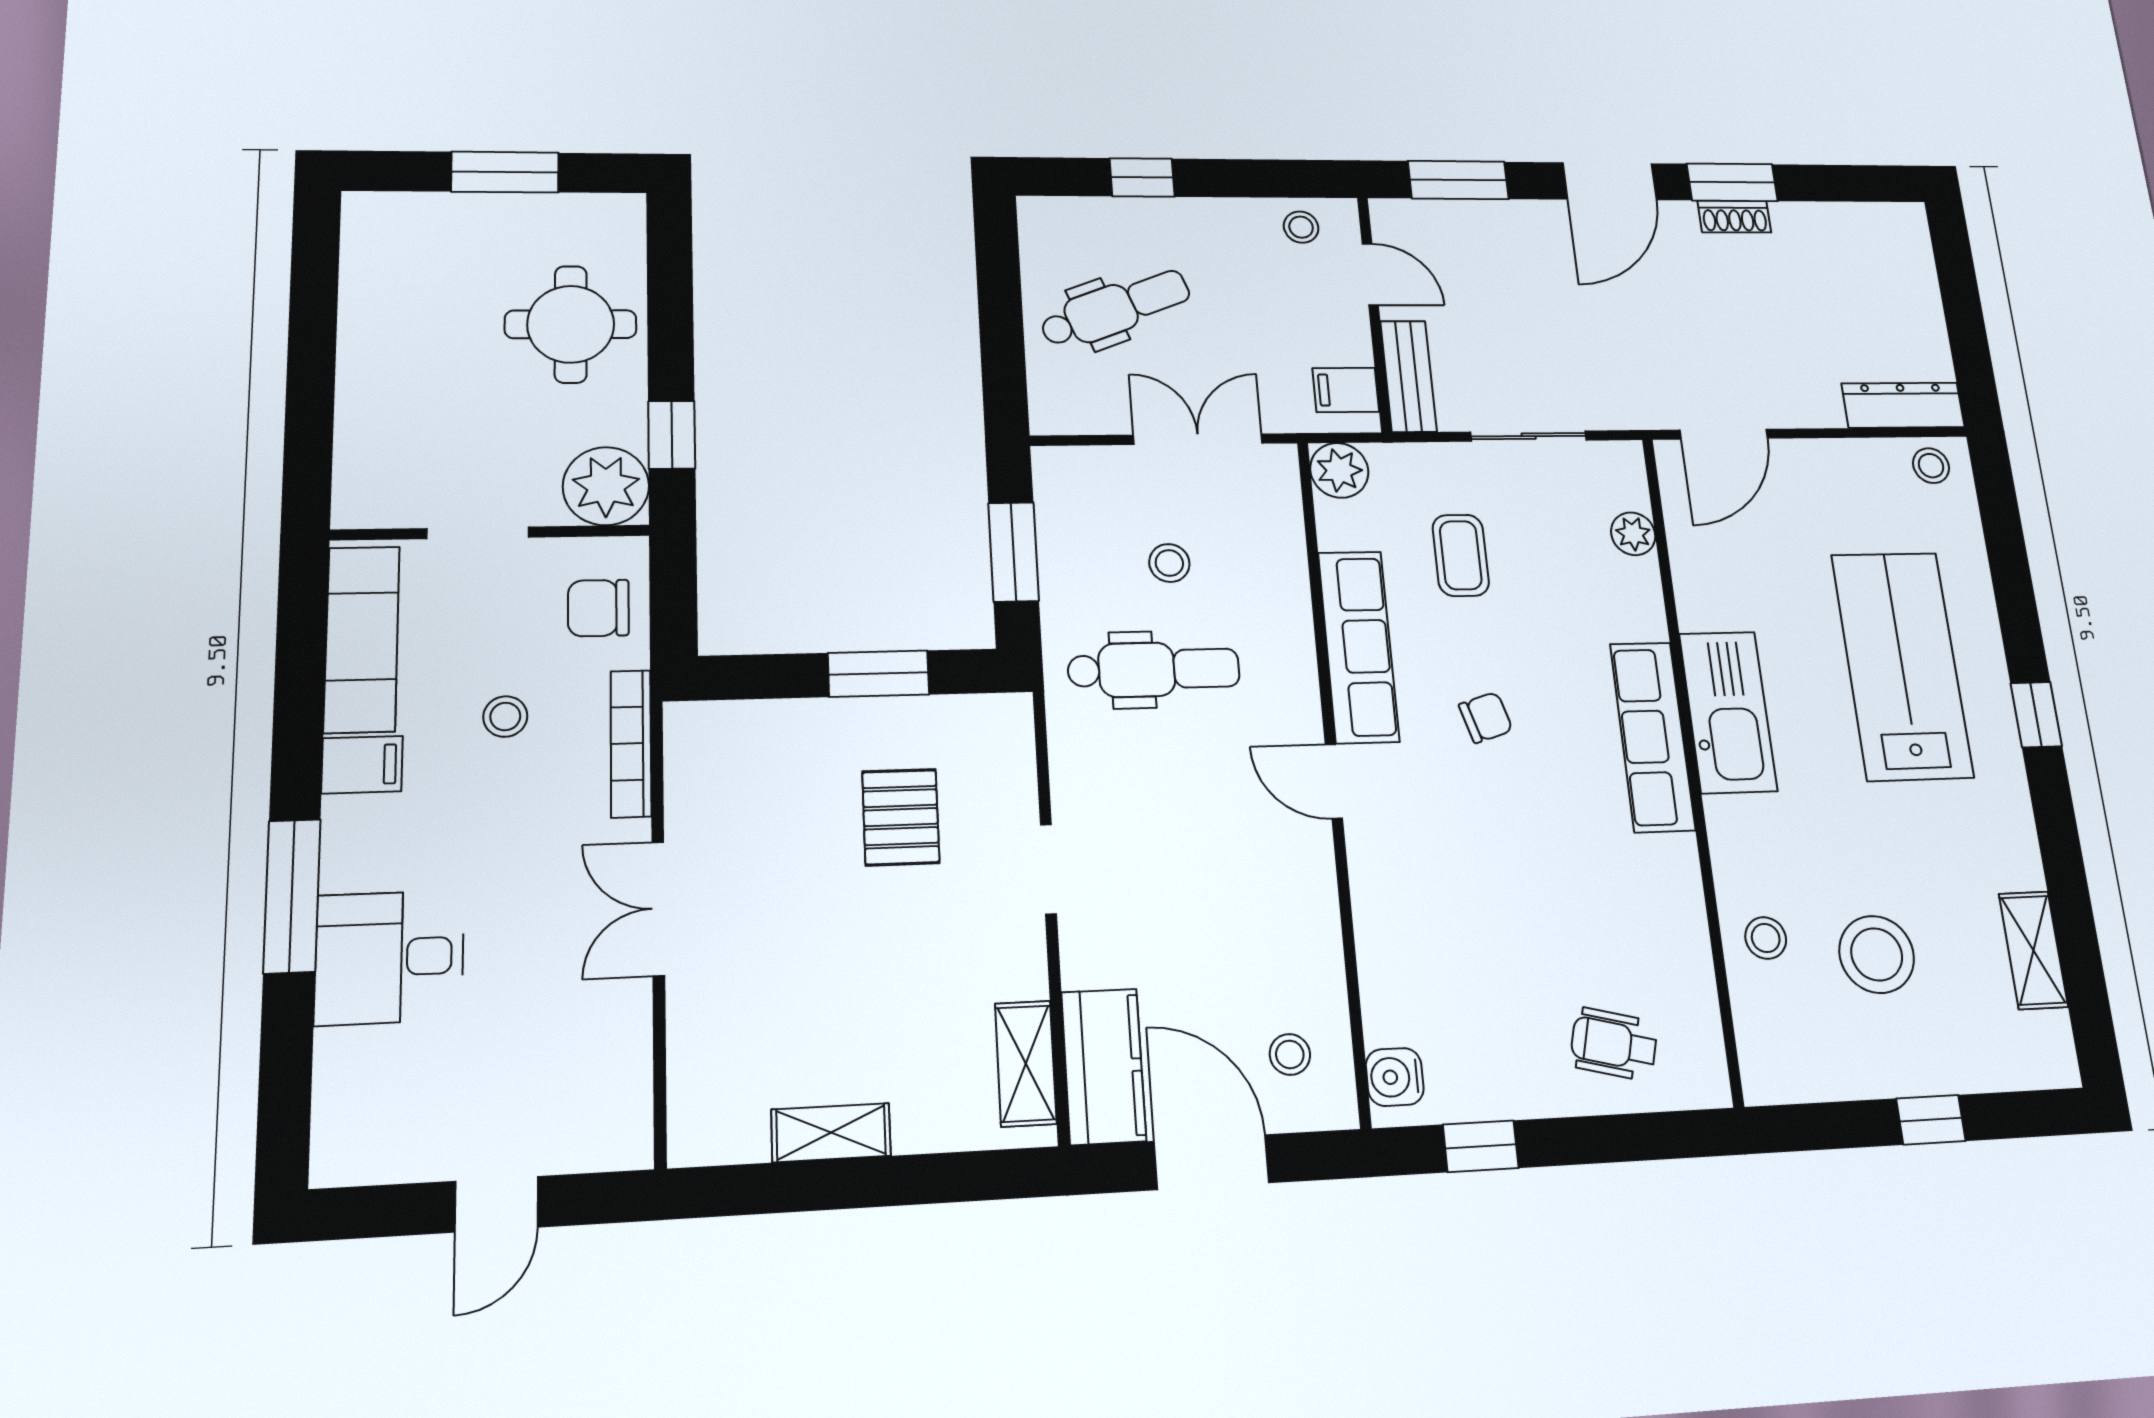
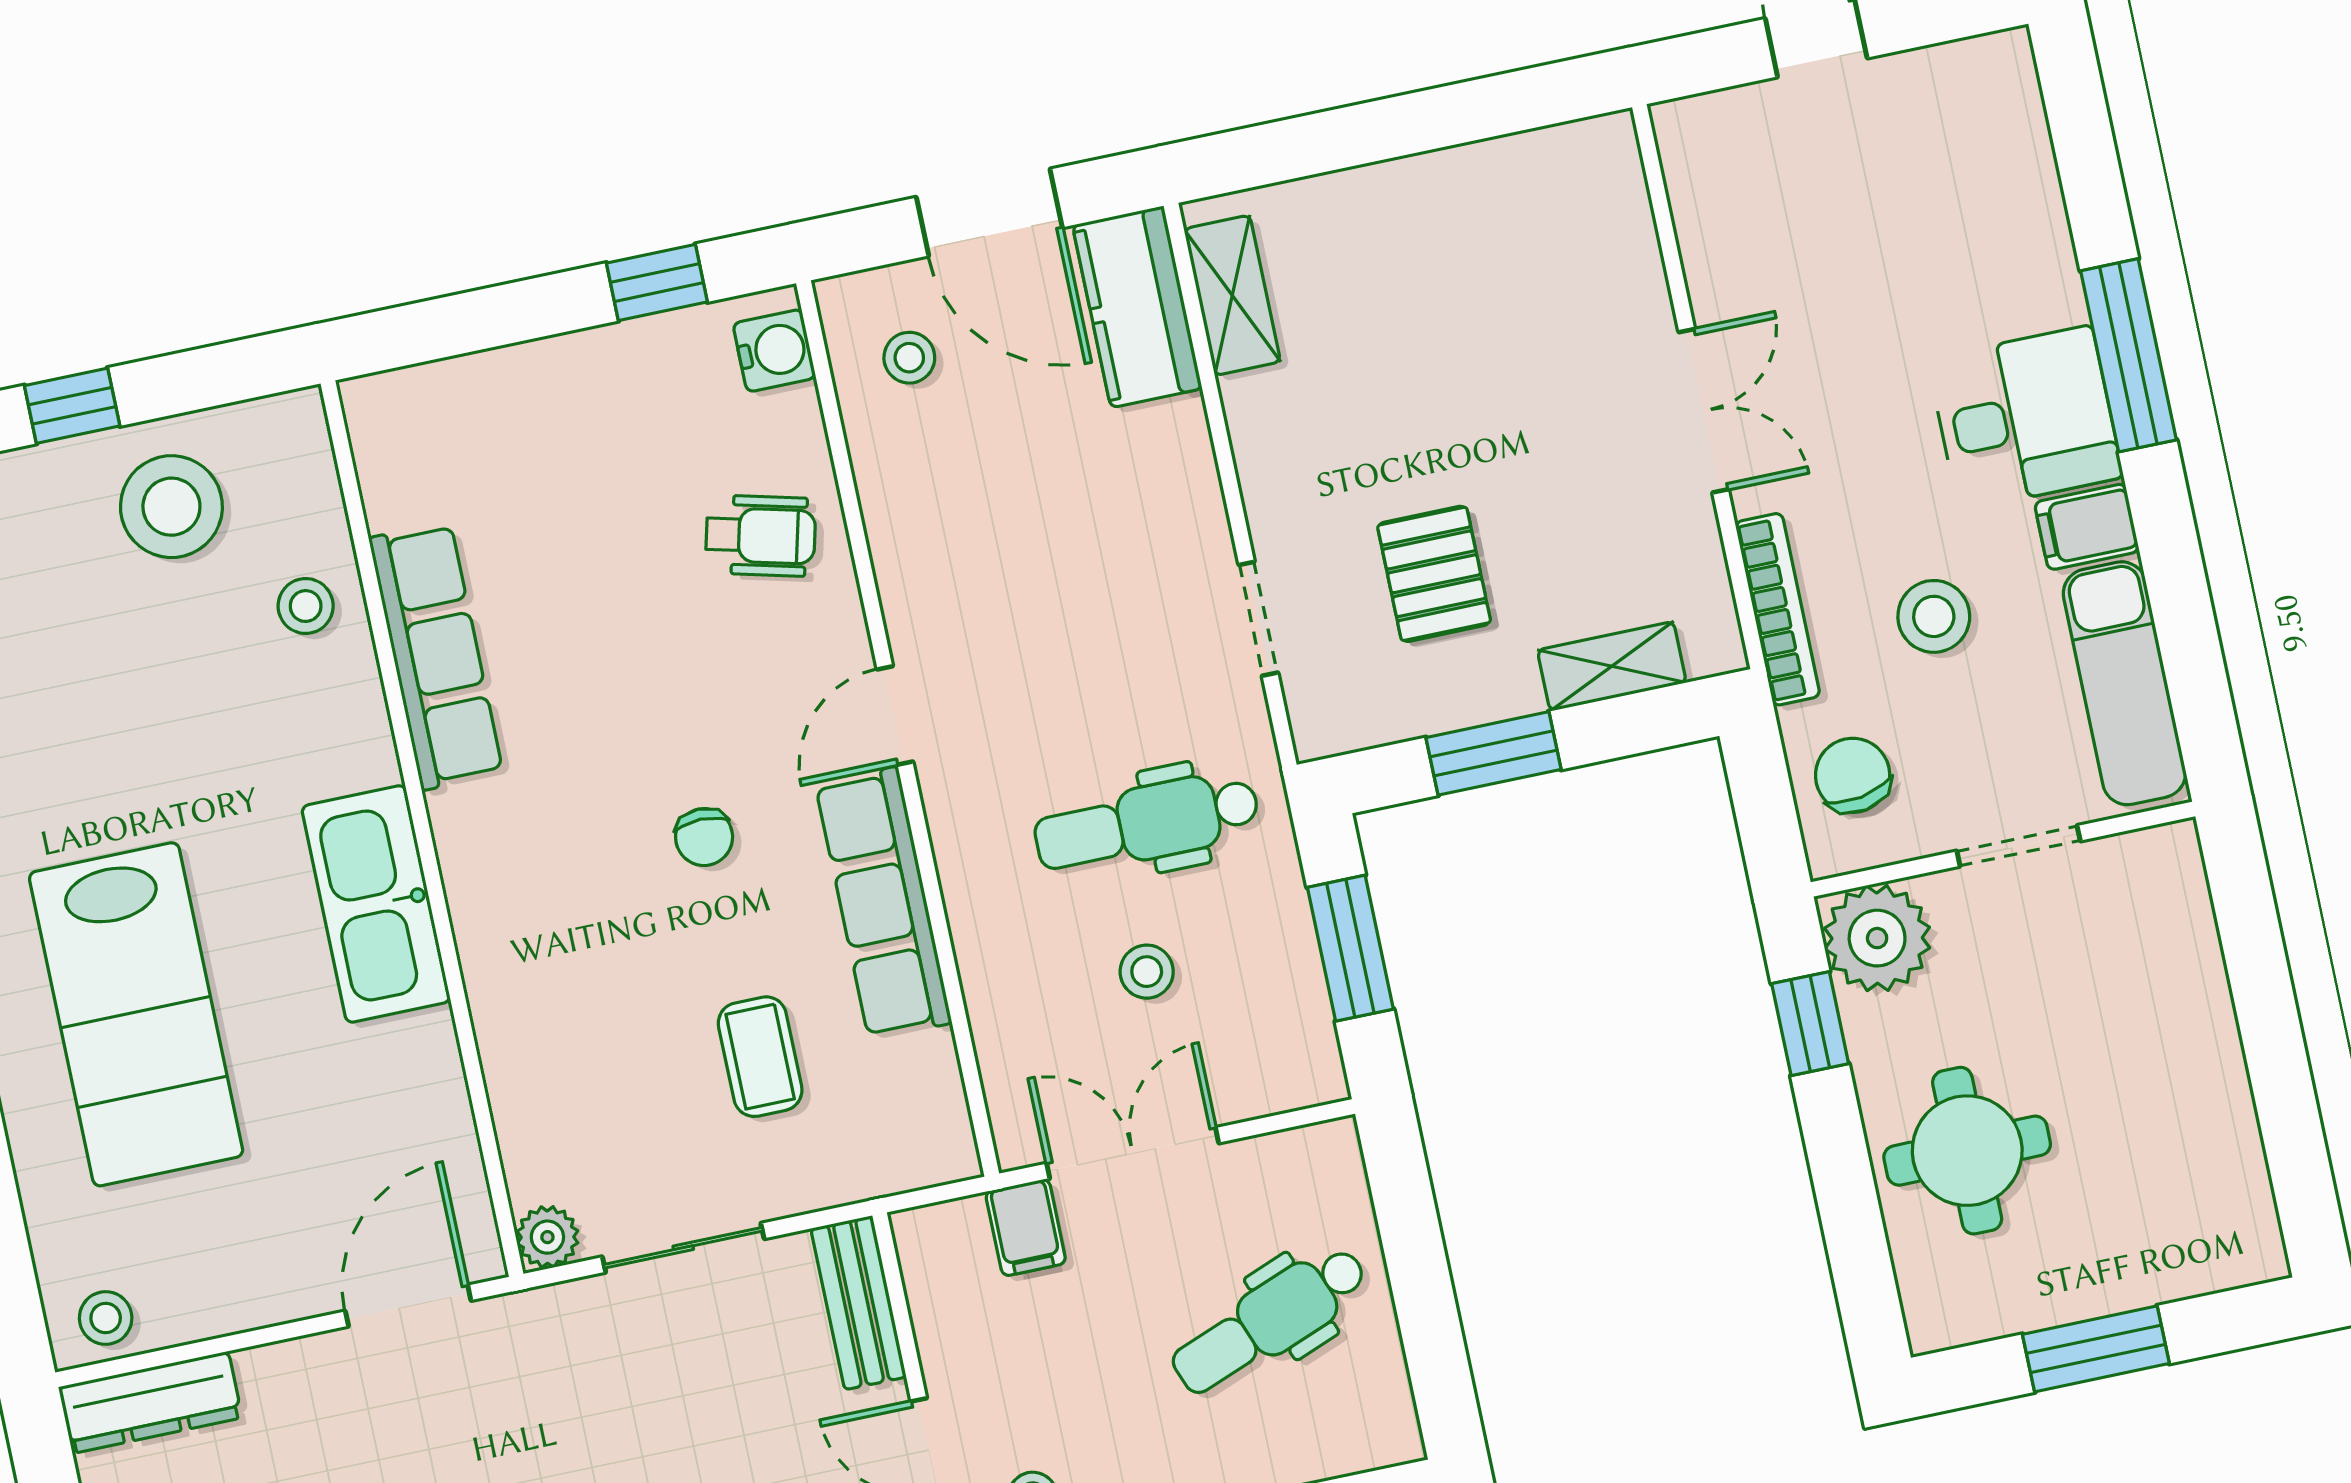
filing cabinet: (1346, 390) -> (1026, 1228), moved, turned 90
double door: (1198, 439) -> (1133, 1153), swing flipped
plant: (1339, 470) -> (938, 1146), removed
plant: (1633, 534) -> (547, 1237), moved
chair: (598, 608) -> (1853, 775), turned -100
stool: (505, 717) -> (1934, 616), width x1.37, depth x1.37
chair: (1486, 717) -> (704, 837), turned -73
row of seats: (1652, 737) -> (436, 656), moved
door: (1334, 781) -> (895, 716), swing flipped
doorway: (1048, 869) -> (1258, 619), moved
stool: (1877, 954) -> (171, 507), moved
desk: (390, 957) -> (2025, 418), moved
wheelchair: (1614, 1044) -> (761, 536), moved
shelving: (831, 1133) -> (1612, 666), moved

